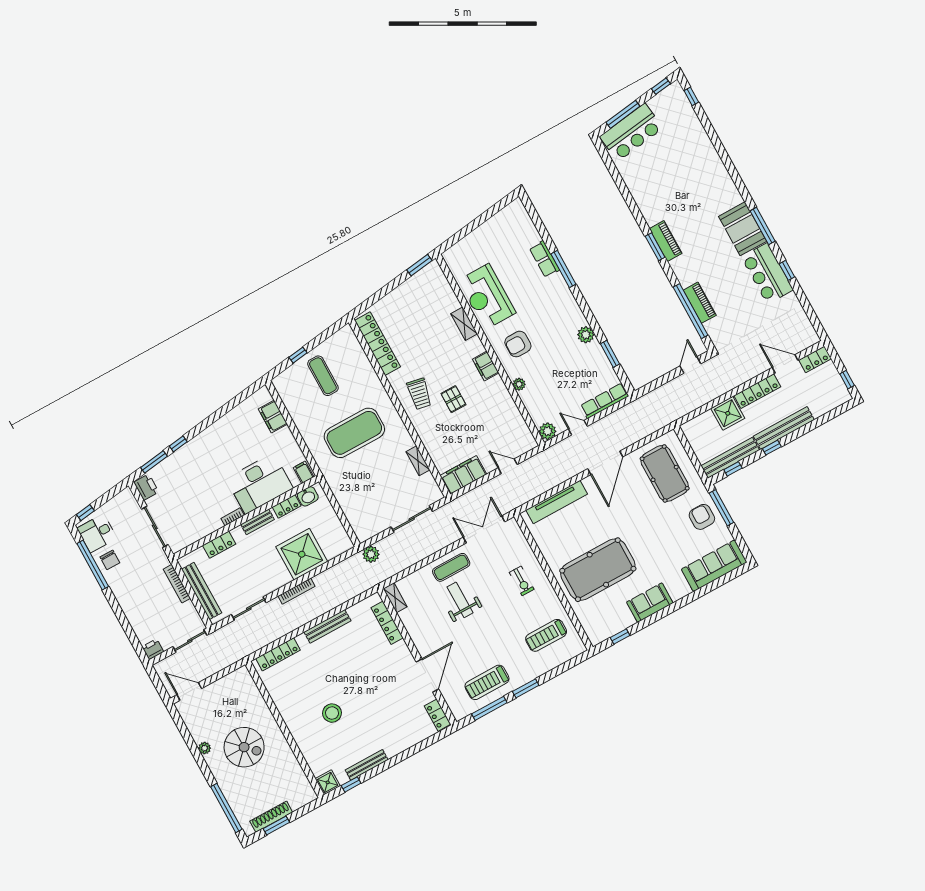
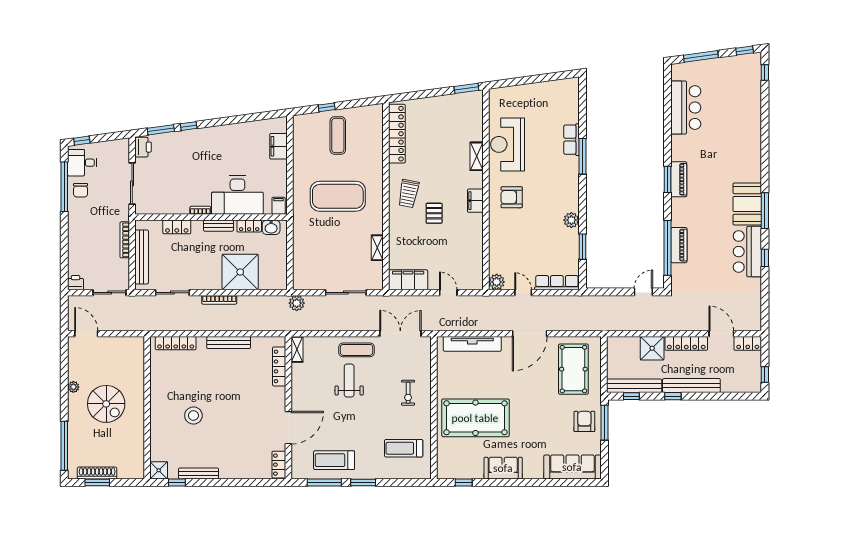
bar counter: (631, 132) -> (686, 108), moved, turned -82
plant: (519, 384) -> (494, 231), removed

